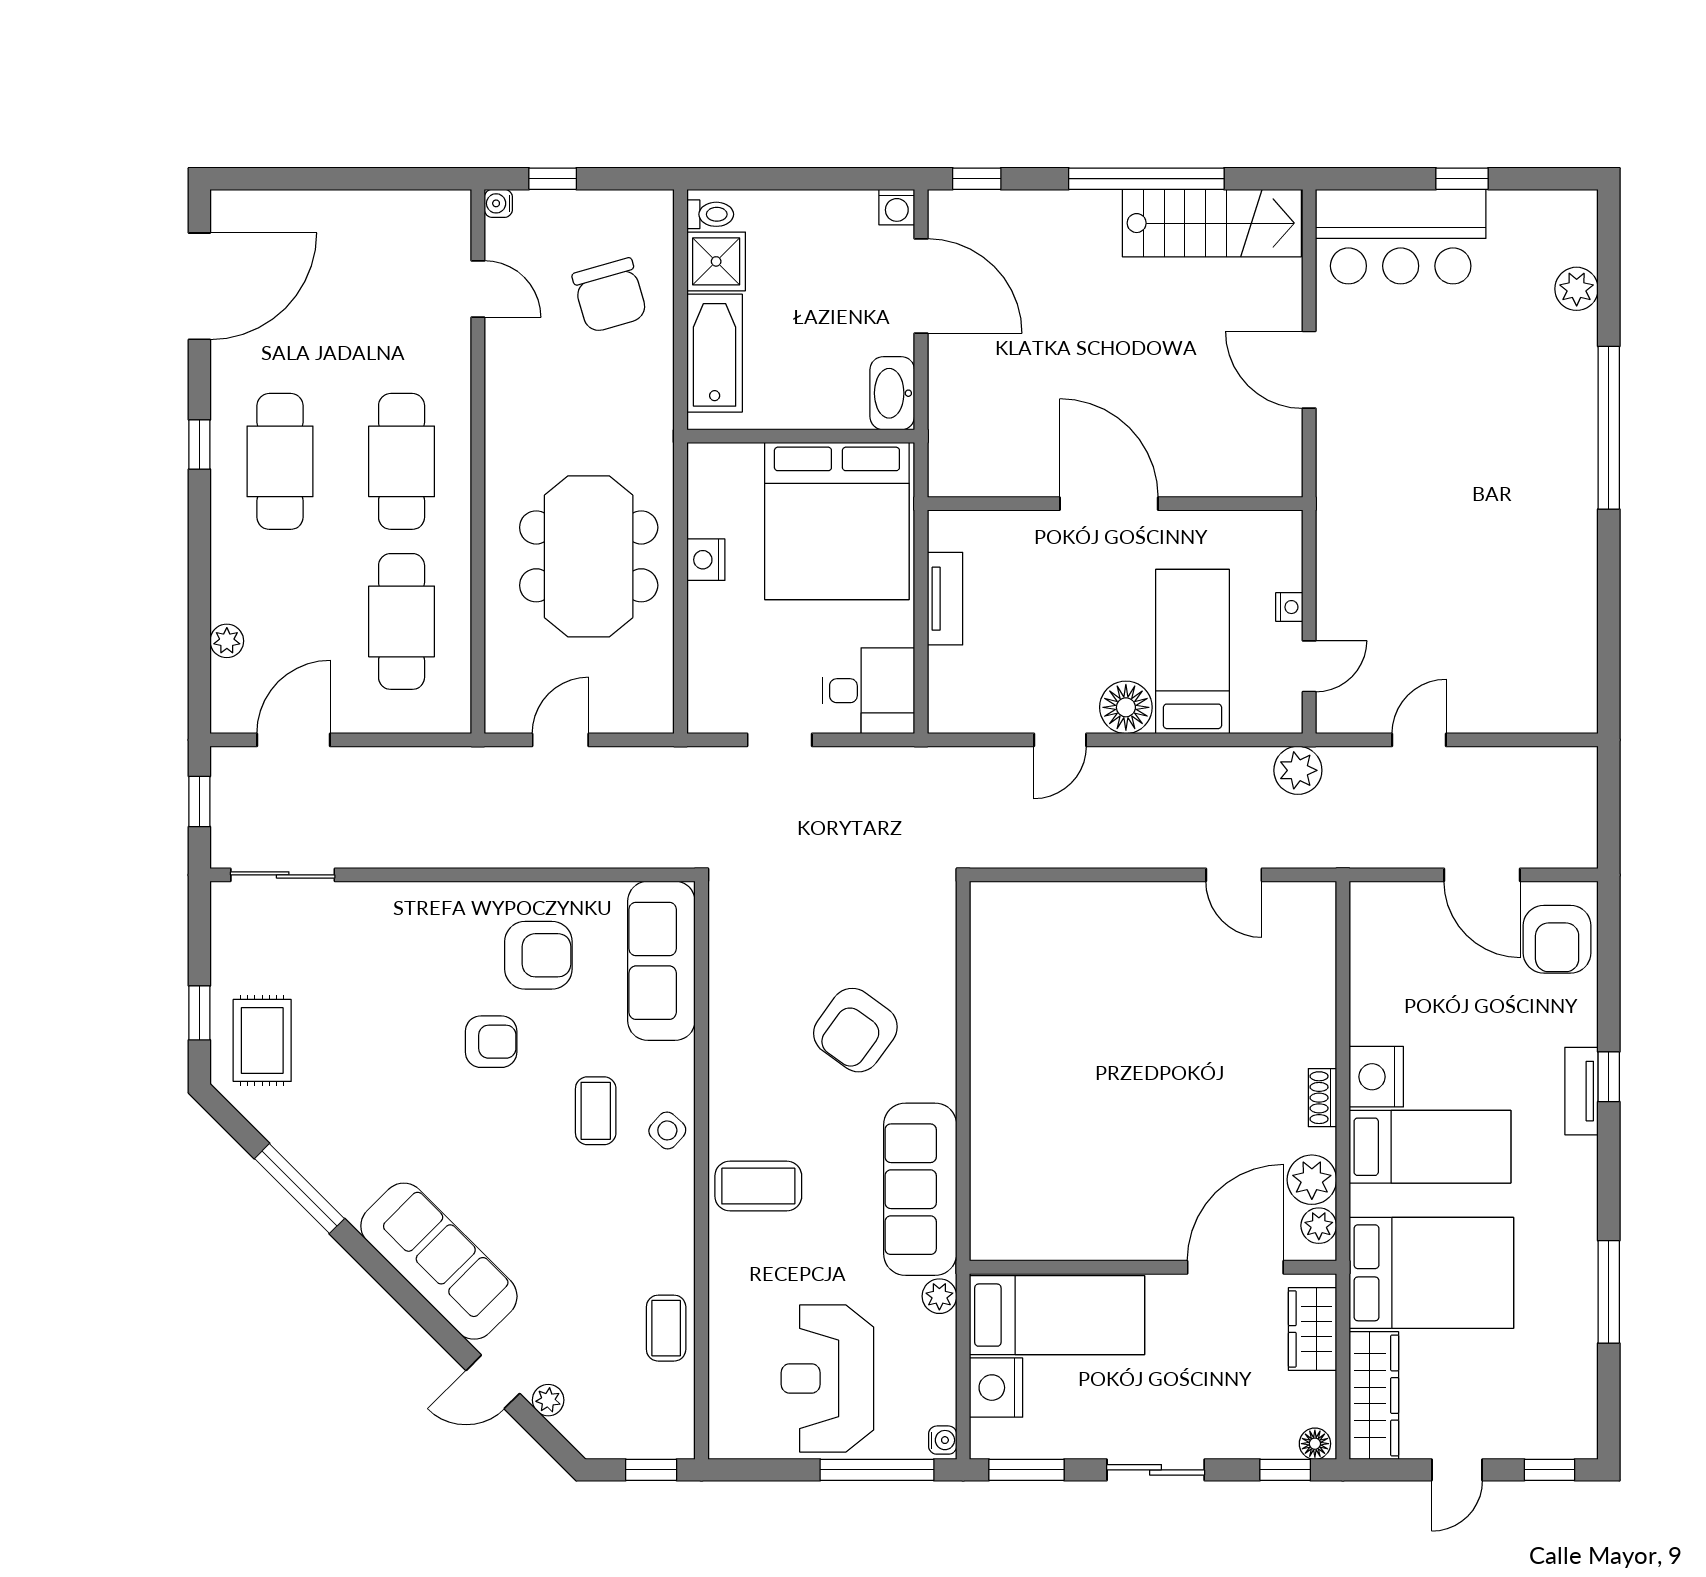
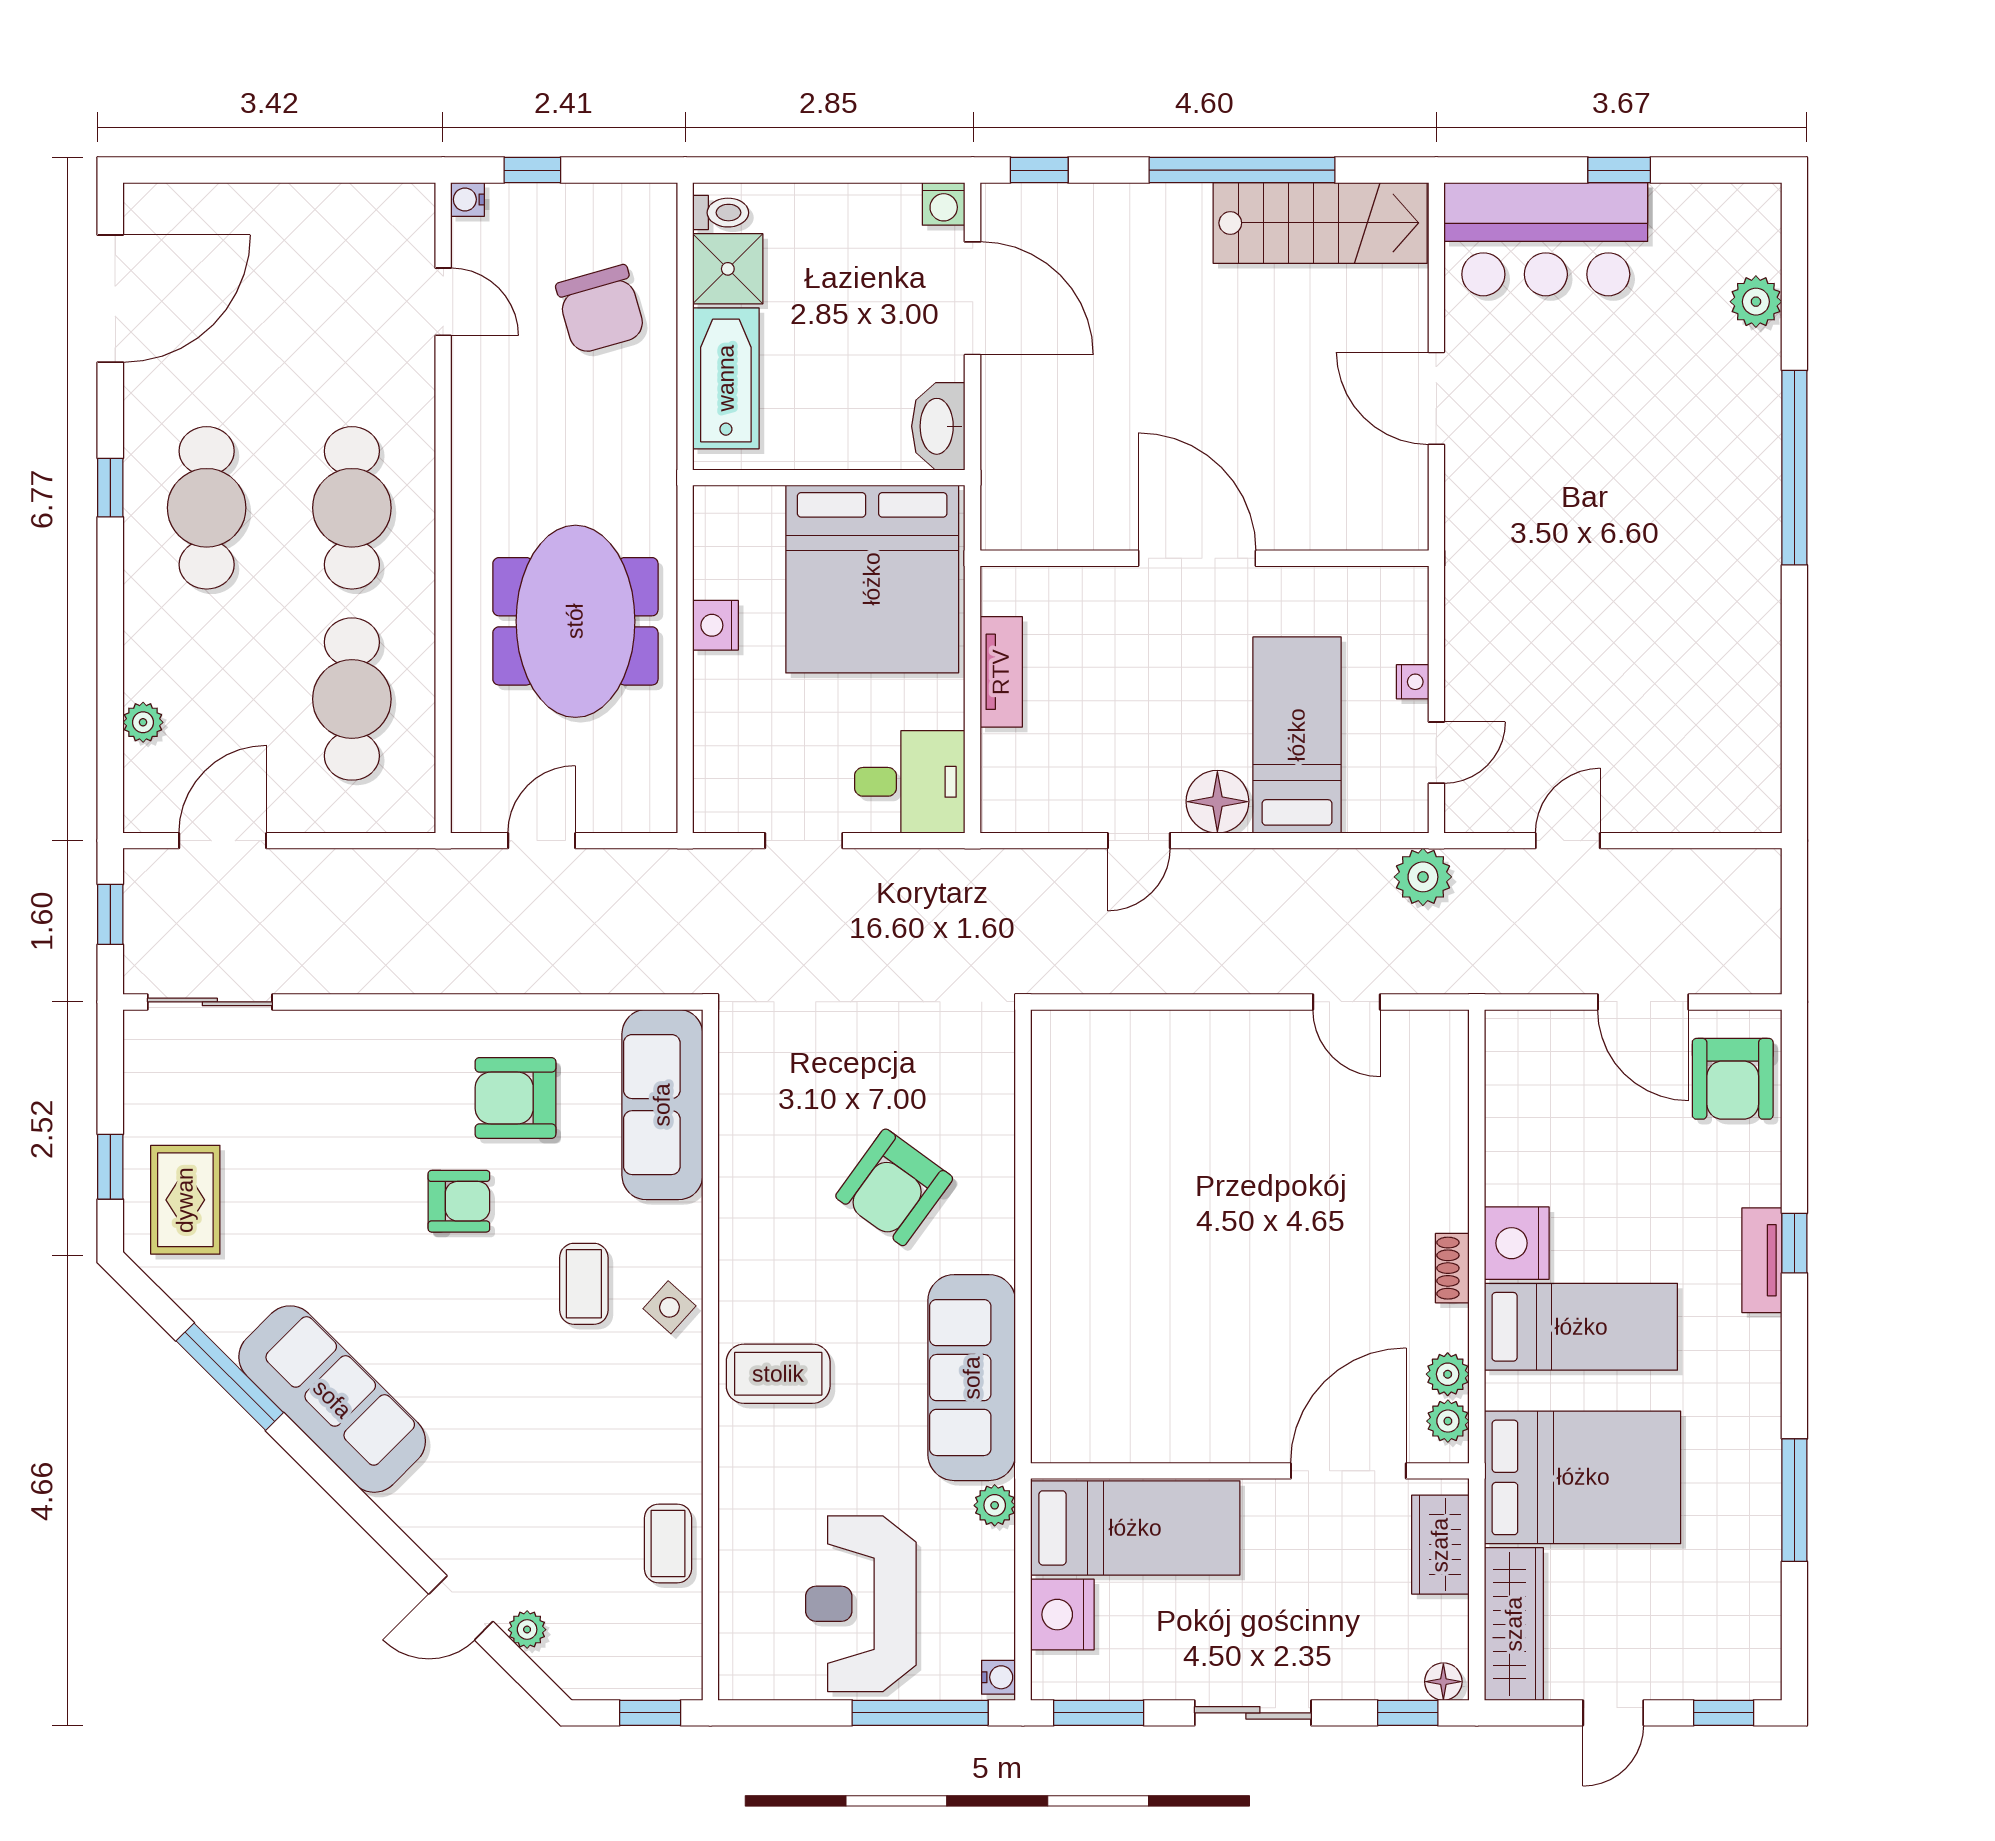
armchair: (538, 955) -> (515, 1098), turned 180
plant: (1312, 1180) -> (1448, 1374), width x0.73, depth x0.73
sofa: (439, 1261) -> (332, 1399), moved

